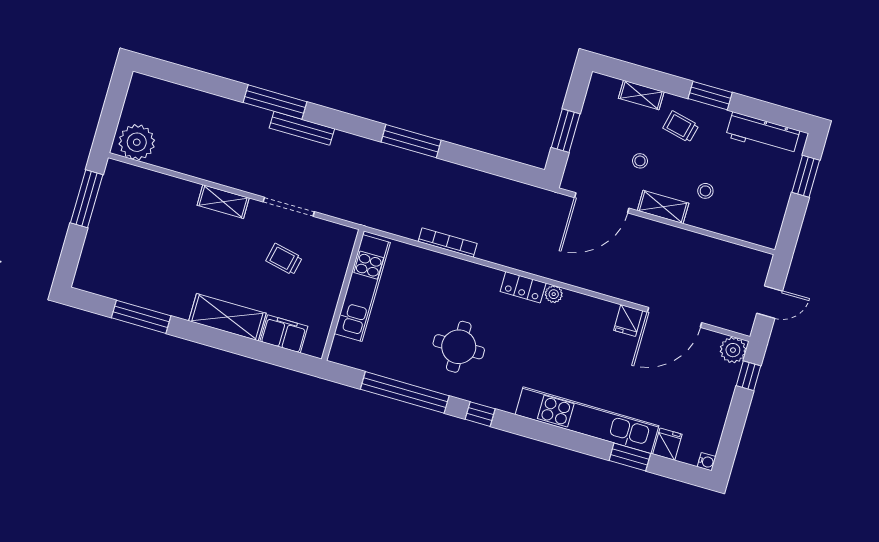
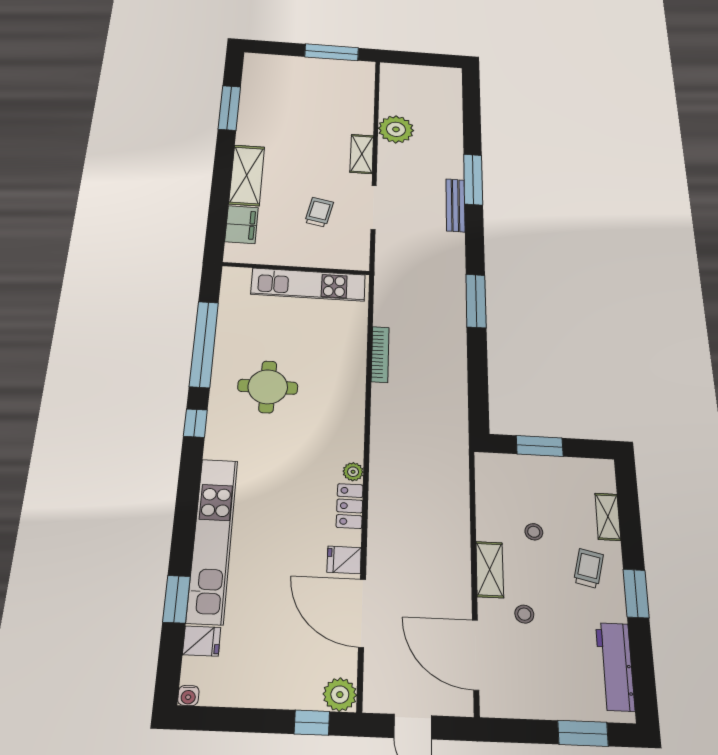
plant: (137, 142) -> (396, 129), moved
door: (602, 203) -> (476, 655), moved
locker: (523, 287) -> (350, 506), moved

